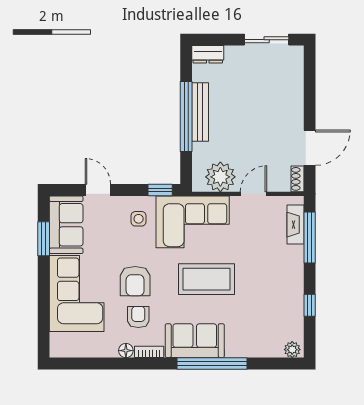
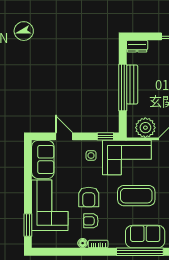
window: (44, 239) -> (28, 225), moved
armchair: (138, 317) -> (91, 221), turned -90
sofa: (195, 341) -> (145, 237), moved

